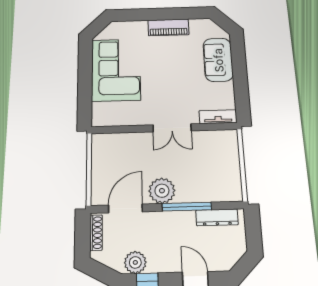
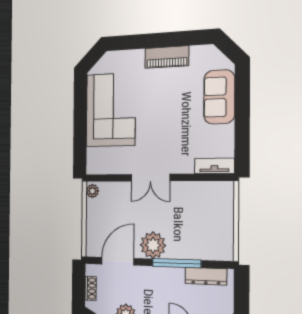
double door: (172, 128) -> (150, 178), moved
plant: (98, 142) -> (92, 191), added
shoe rack: (96, 233) -> (91, 288), width x0.70

